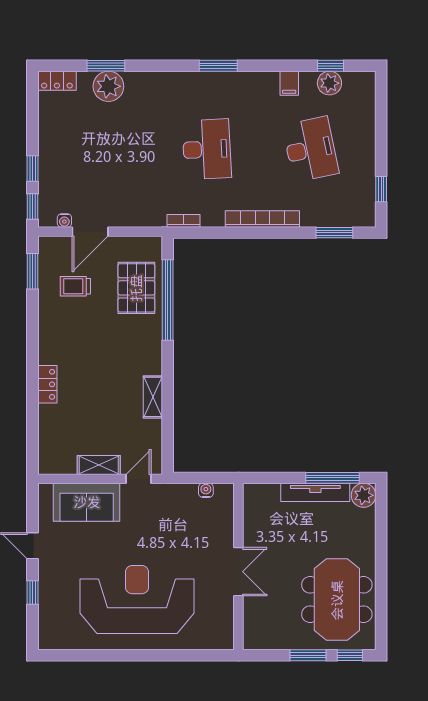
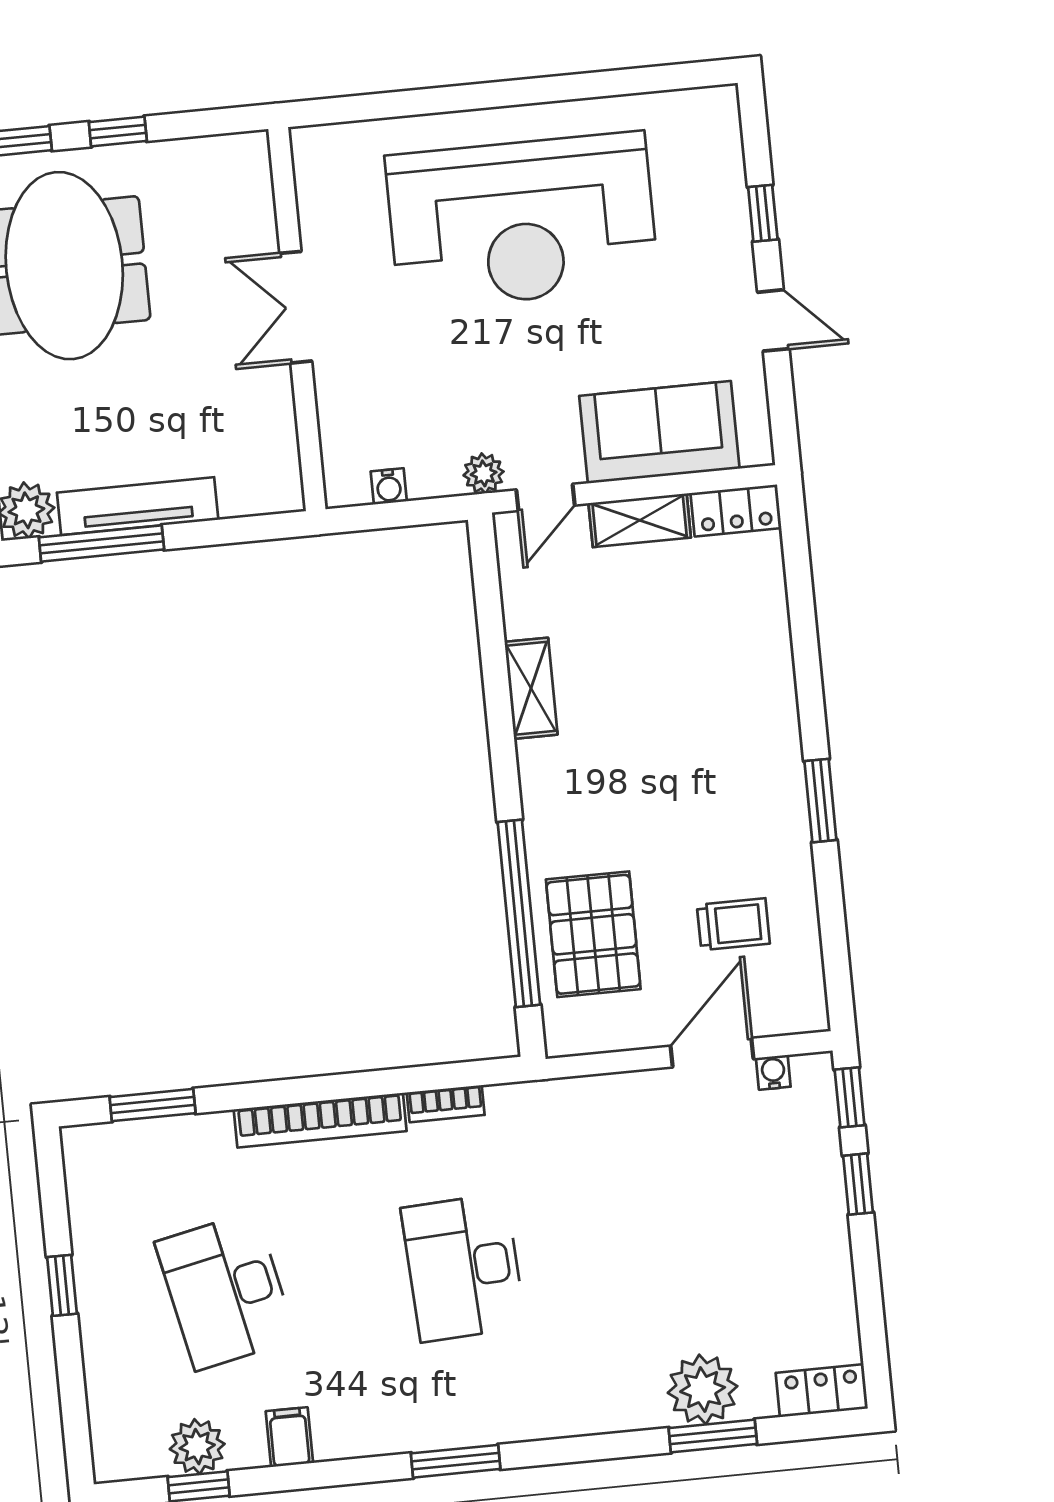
window: (381, 189) -> (62, 1285), moved
bookcase: (183, 221) -> (446, 1104), moved
window: (32, 271) -> (820, 801), moved
locker: (47, 384) -> (736, 511), moved, turned -90
plant: (164, 492) -> (484, 473), added
window: (308, 655) -> (118, 132), width x0.67

